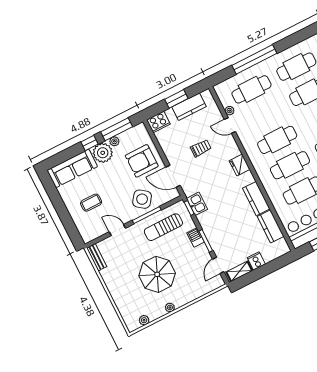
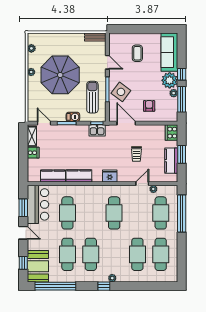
window: (254, 59) -> (182, 213), moved
armchair: (142, 161) -> (149, 106), width x0.53, depth x0.53
cafe table: (290, 165) -> (91, 213), removed
door: (173, 176) -> (126, 123), hinge flipped
door: (117, 230) -> (107, 62), hinge flipped
parasol: (157, 274) -> (60, 75), width x1.36, depth x1.36

